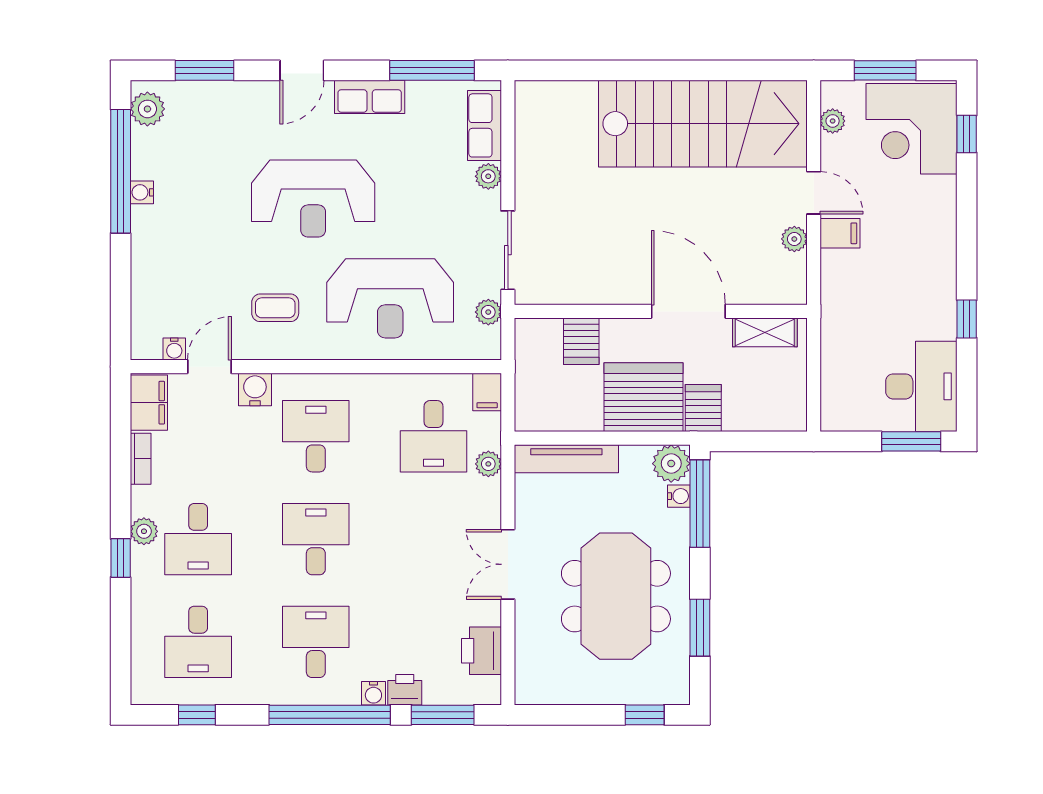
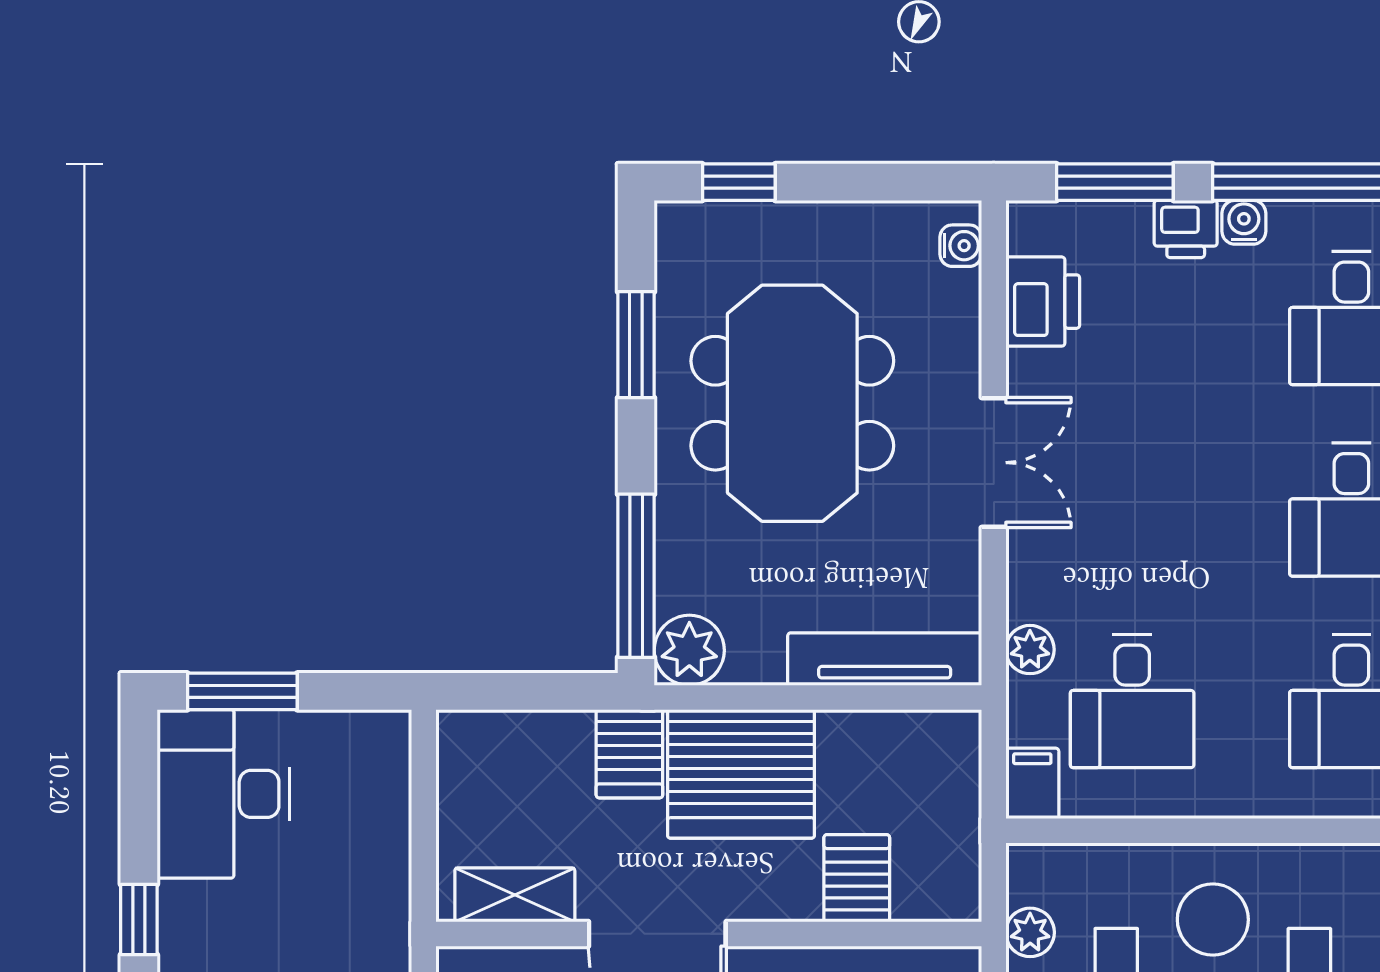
desk: (434, 436) -> (1132, 701), turned 180
water cooler: (679, 496) -> (961, 246), moved, turned 180

